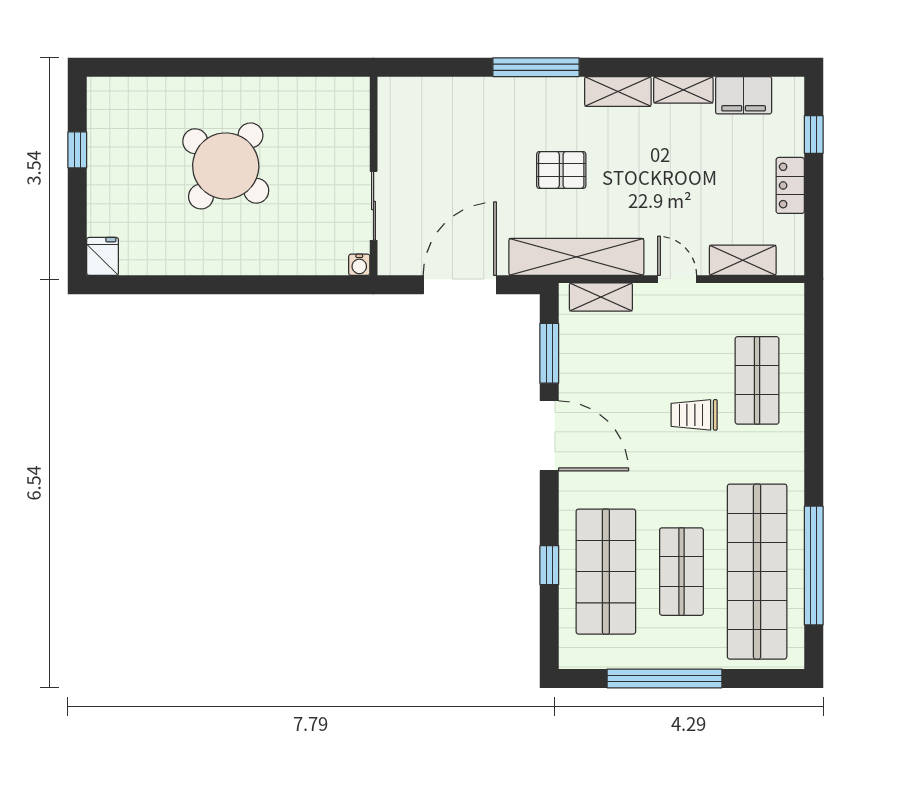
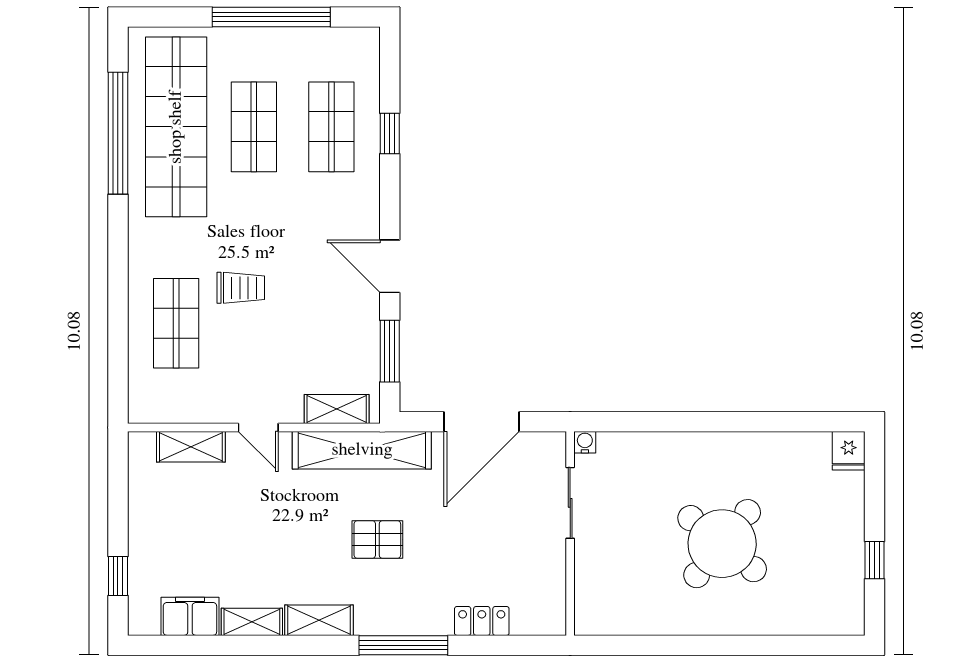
locker: (790, 185) -> (482, 621), moved, turned -90
door: (549, 436) -> (390, 266), width x0.73
shop shelf: (606, 572) -> (331, 127), width x0.70, depth x0.74

